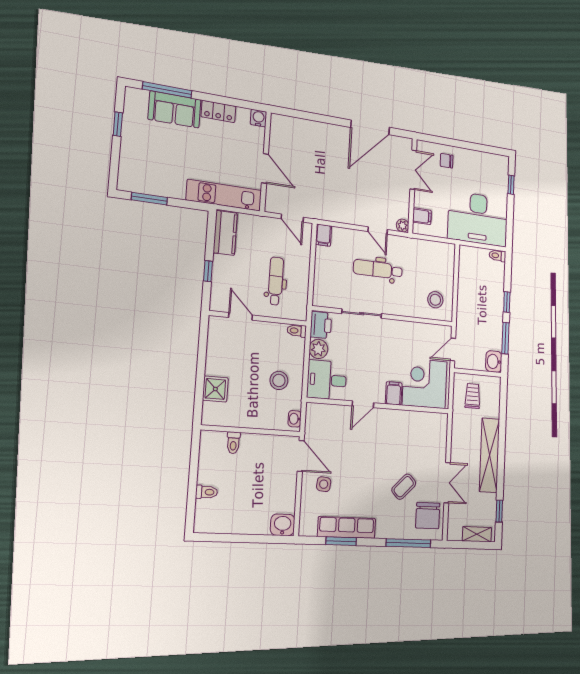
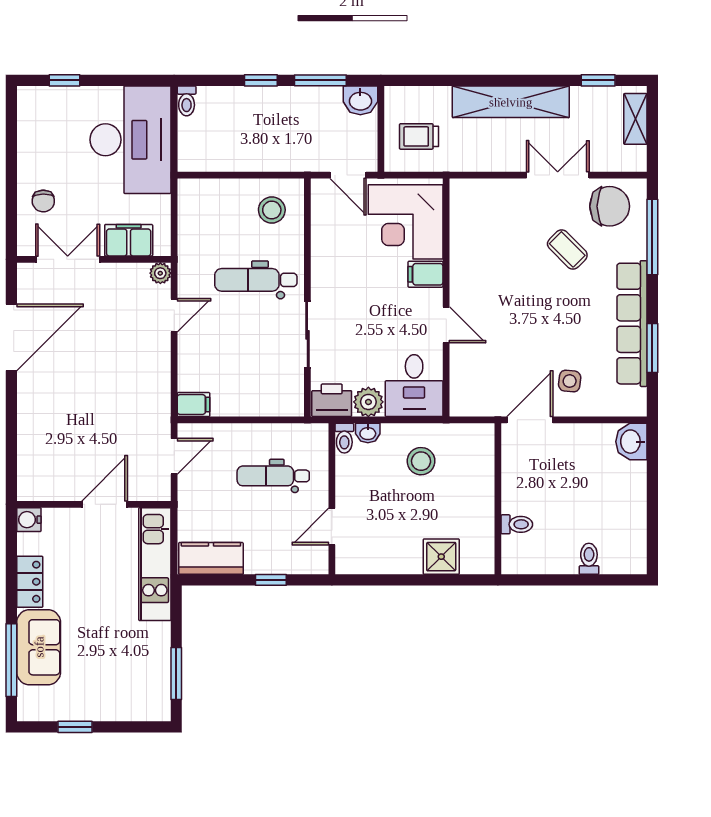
door: (370, 127) -> (11, 337), hinge flipped
filing cabinet: (422, 216) -> (129, 240), width x2.00
dental chair: (378, 269) -> (256, 280), moved, turned 90
washbasin: (295, 419) -> (368, 433), moved
row of seats: (347, 527) -> (632, 324), width x1.36

